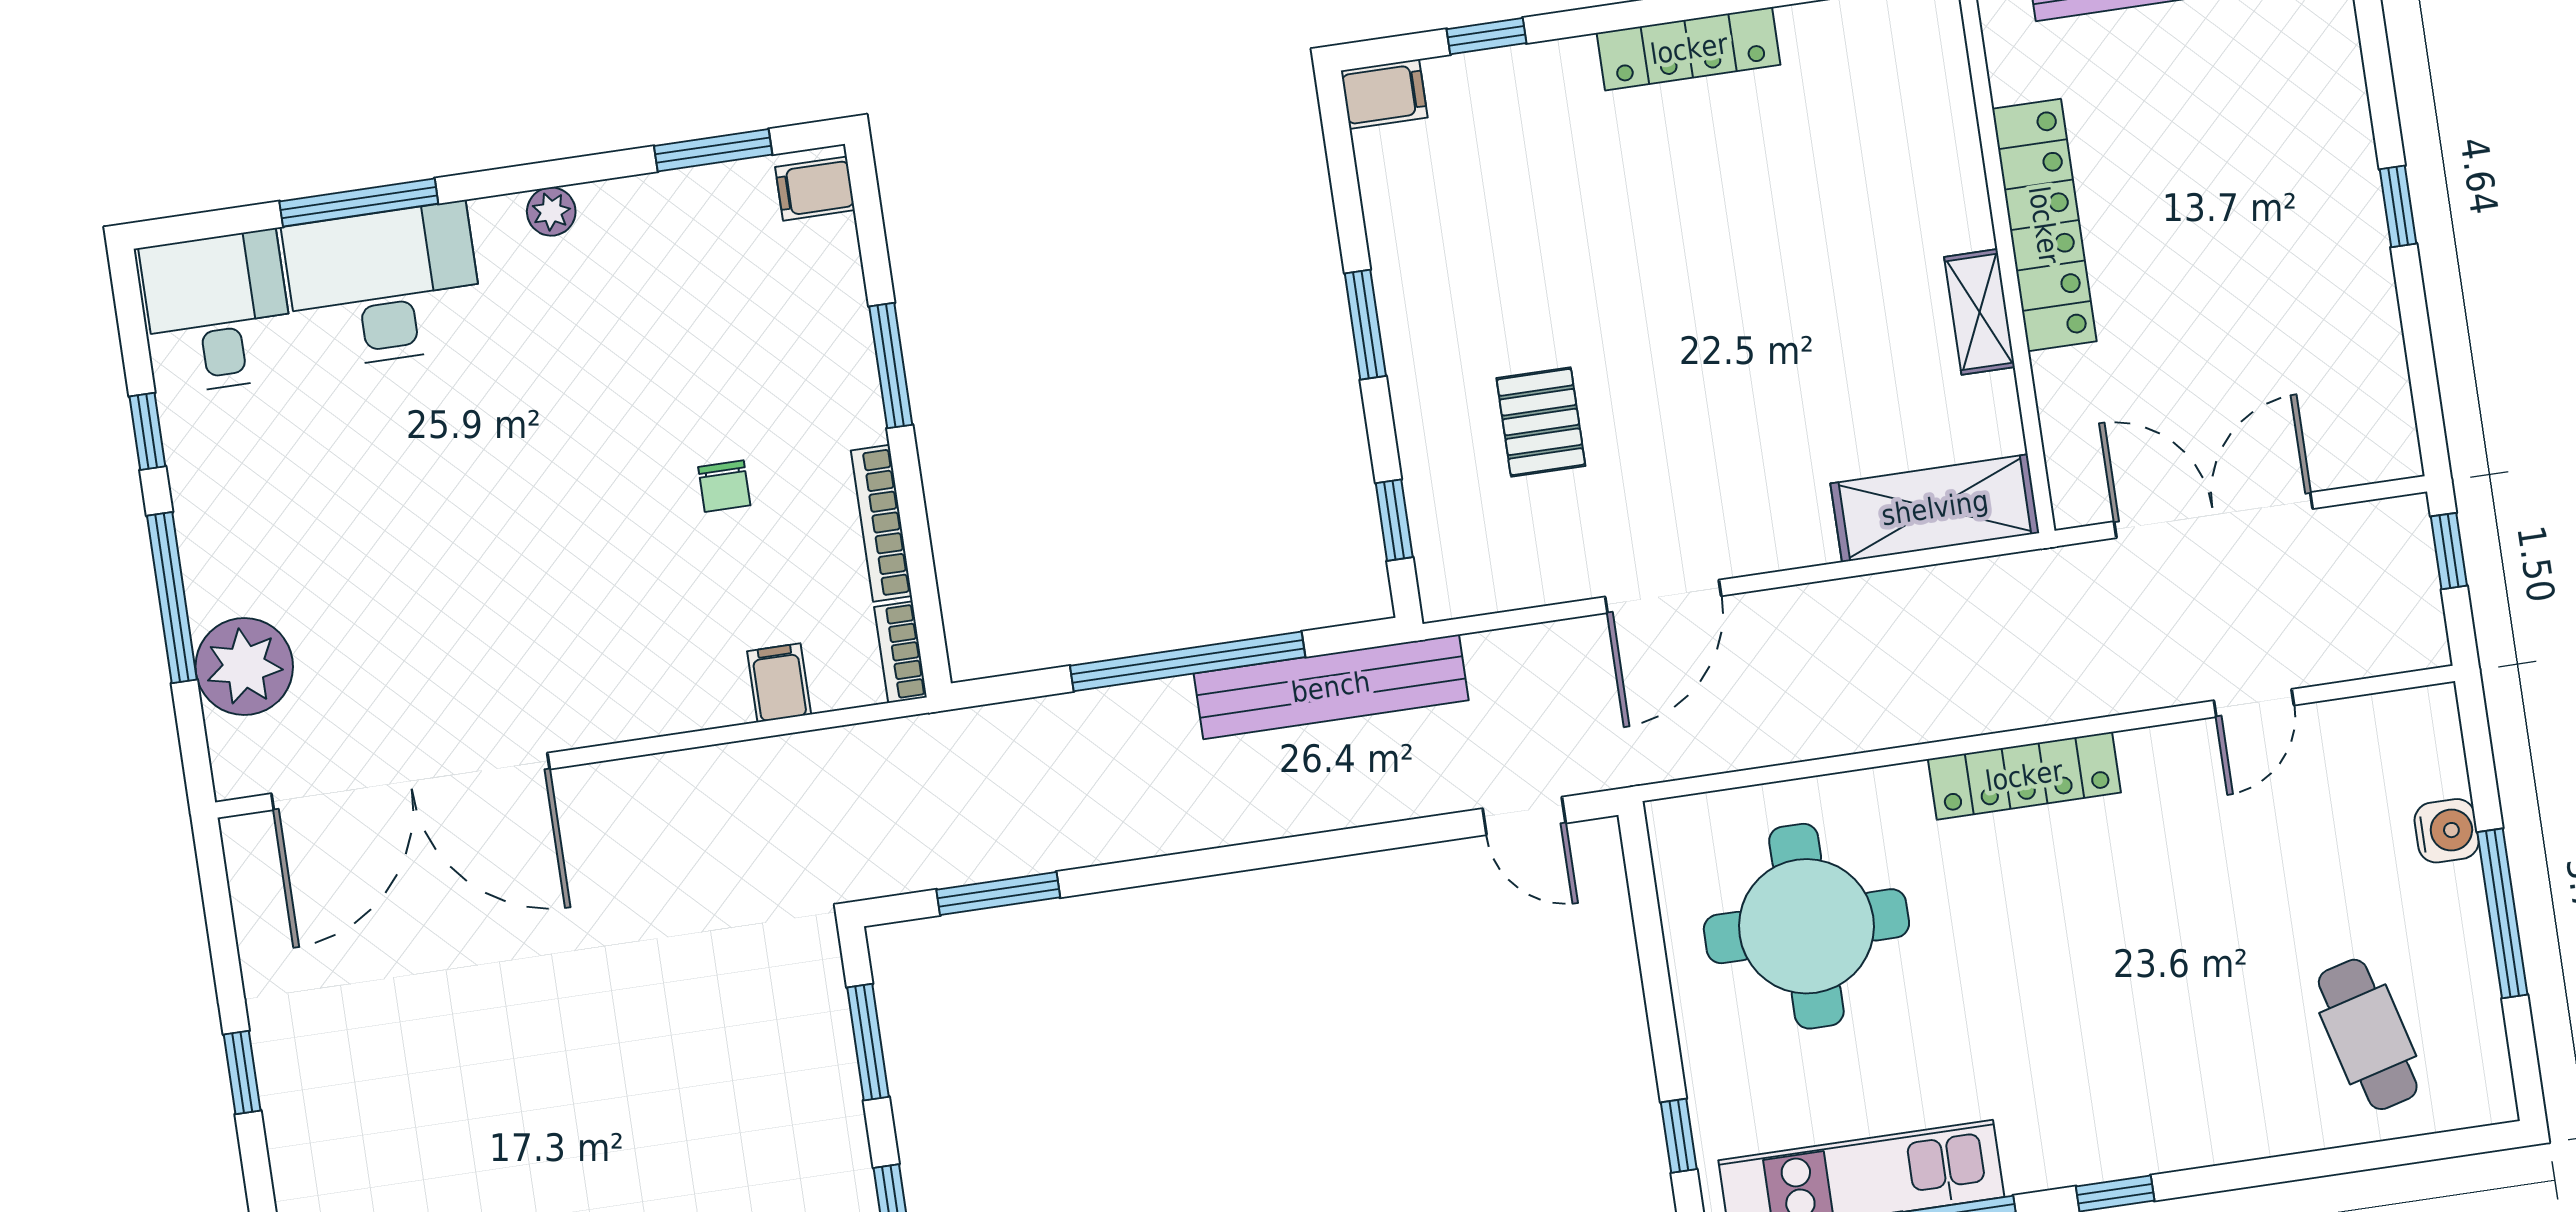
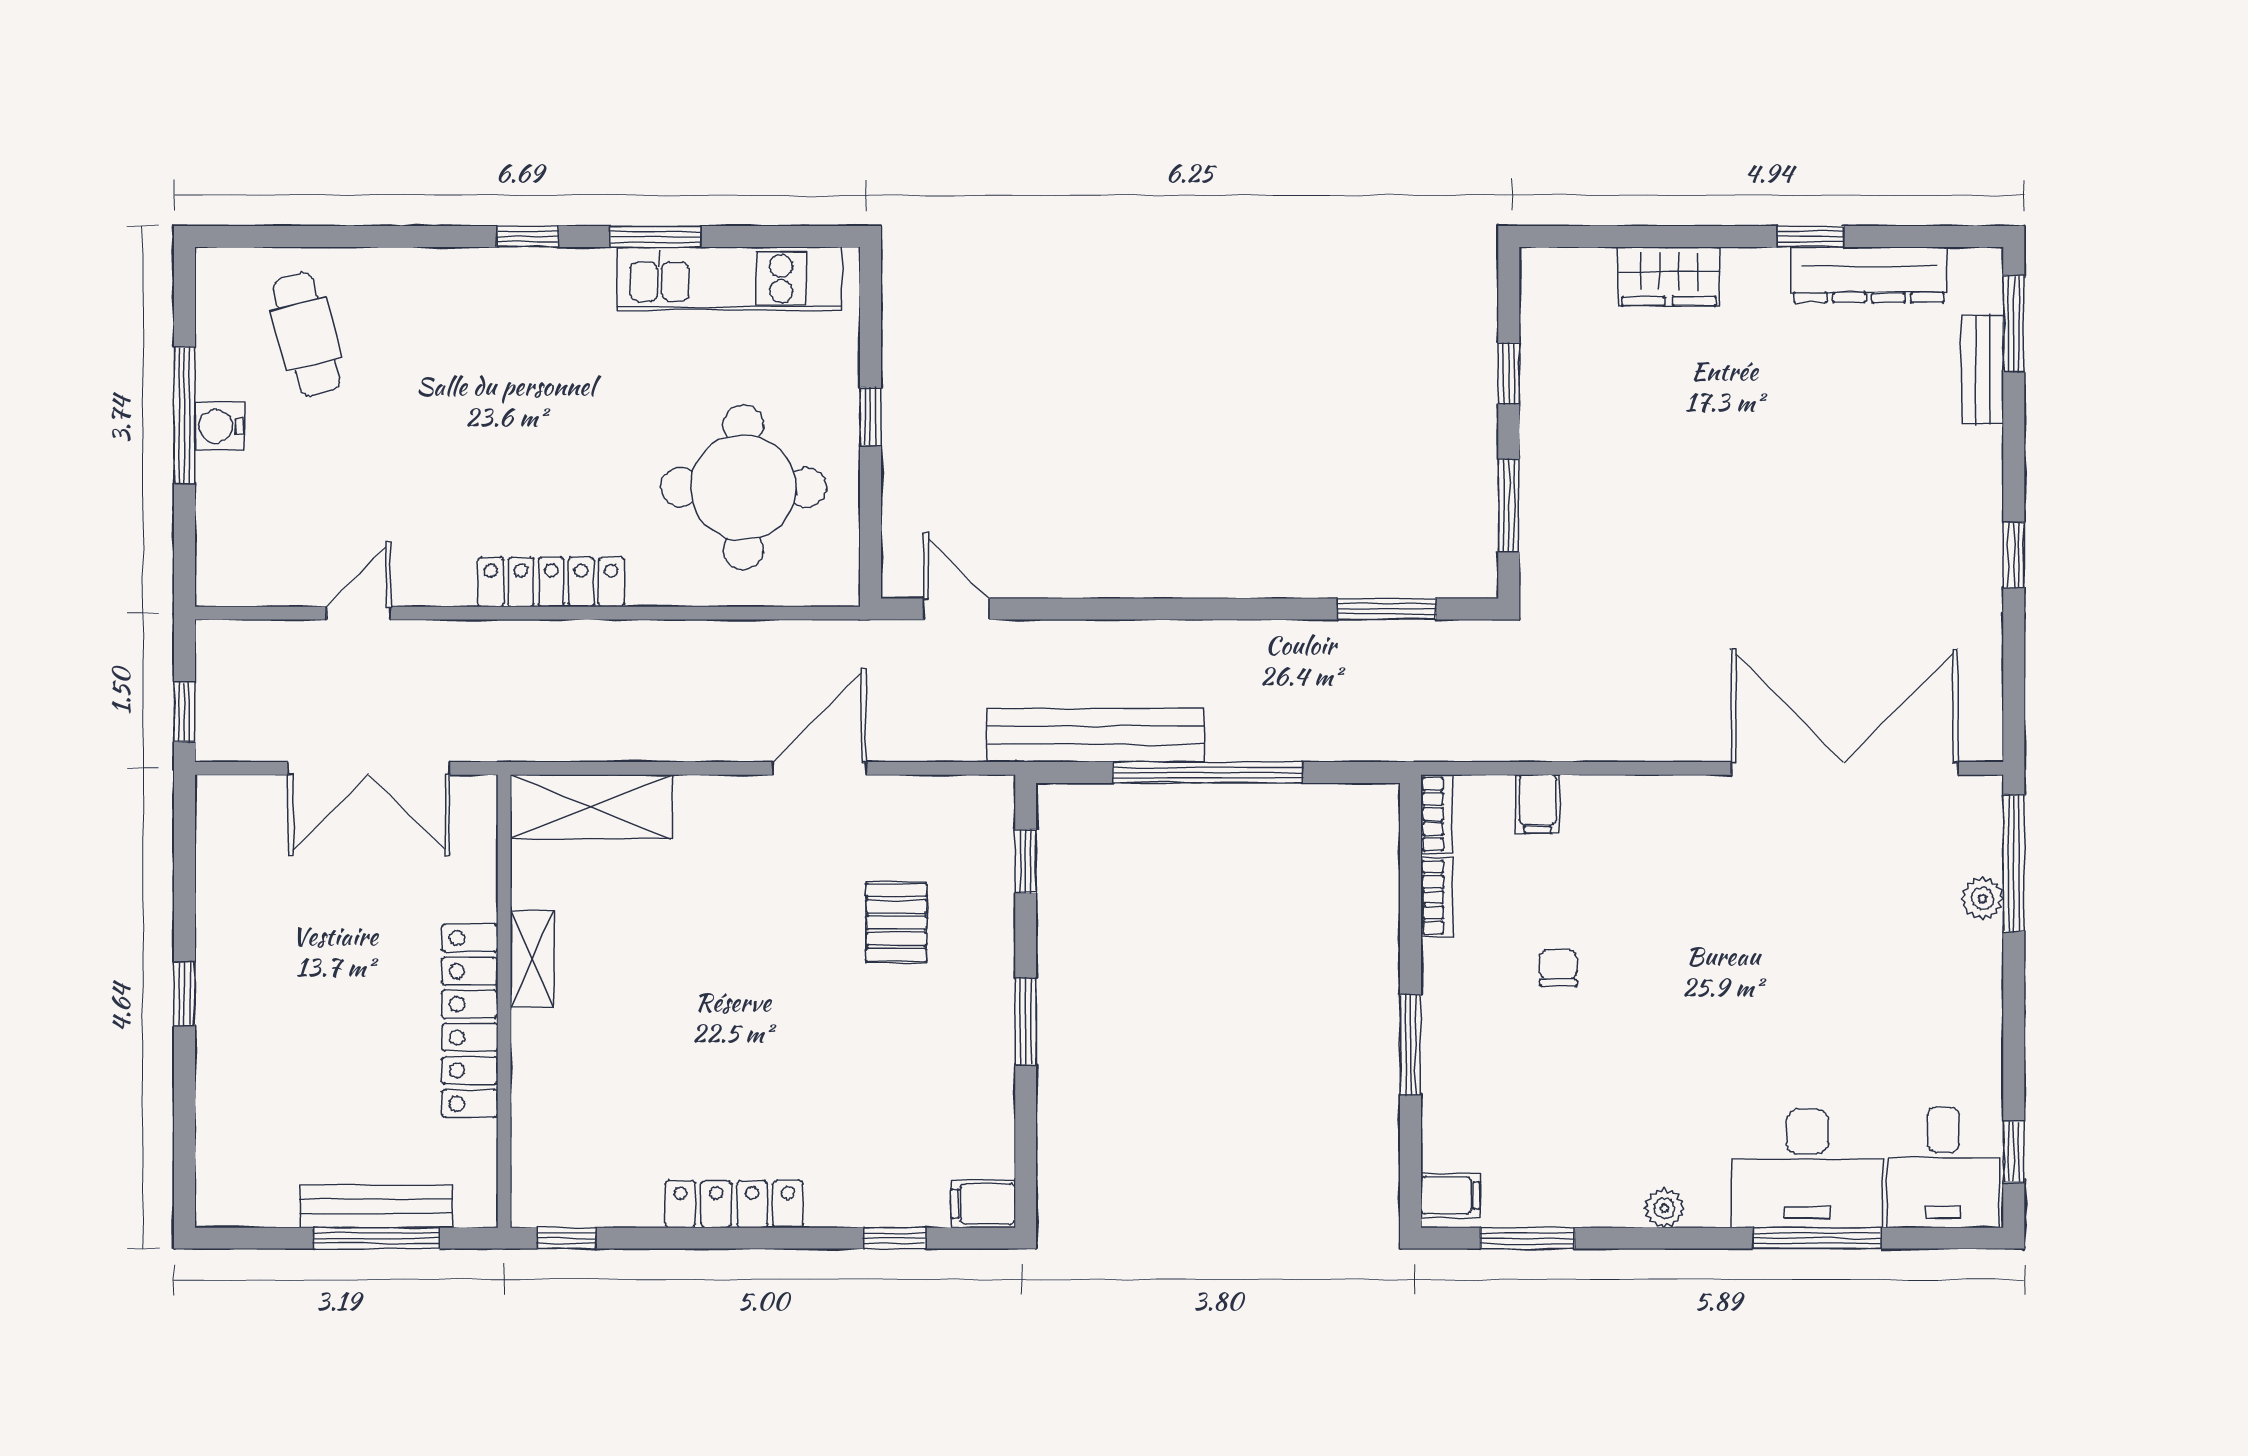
window: (147, 431) -> (2014, 1151), moved
bookcase: (881, 523) -> (1437, 897), width x0.64
window: (172, 598) -> (2014, 863), moved
plant: (244, 667) -> (1982, 898), width x0.53, depth x0.53
water cooler: (2447, 831) -> (219, 426), moved
window: (1679, 1136) -> (870, 417), moved

